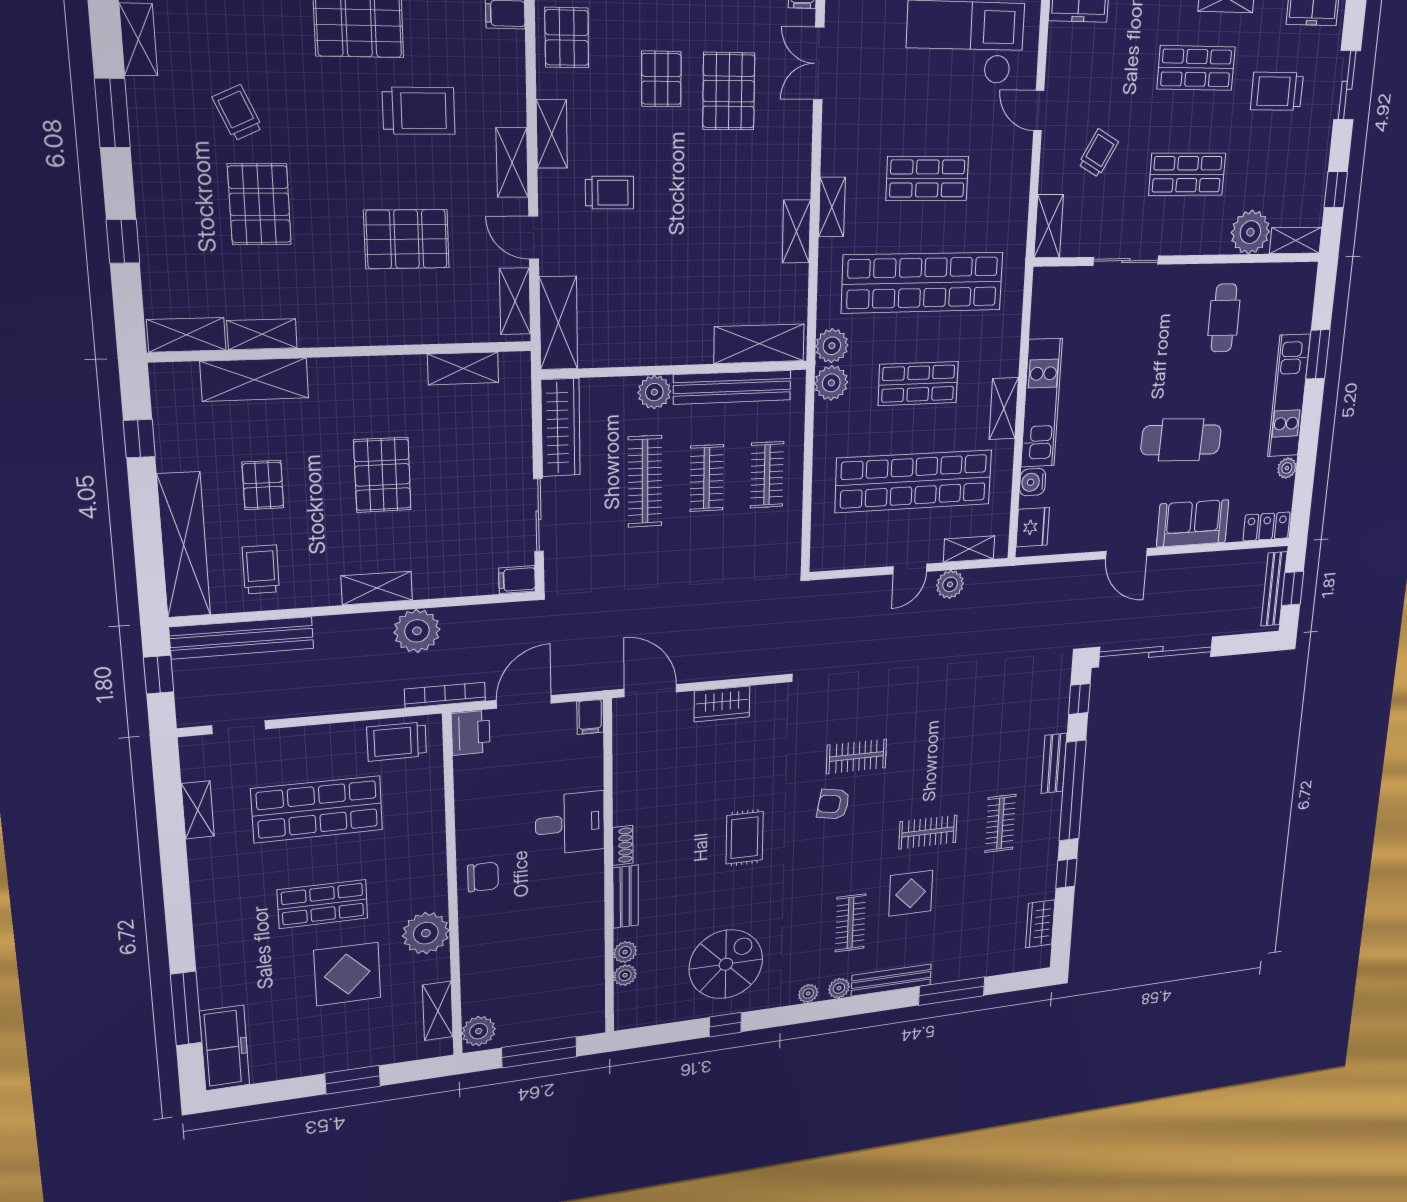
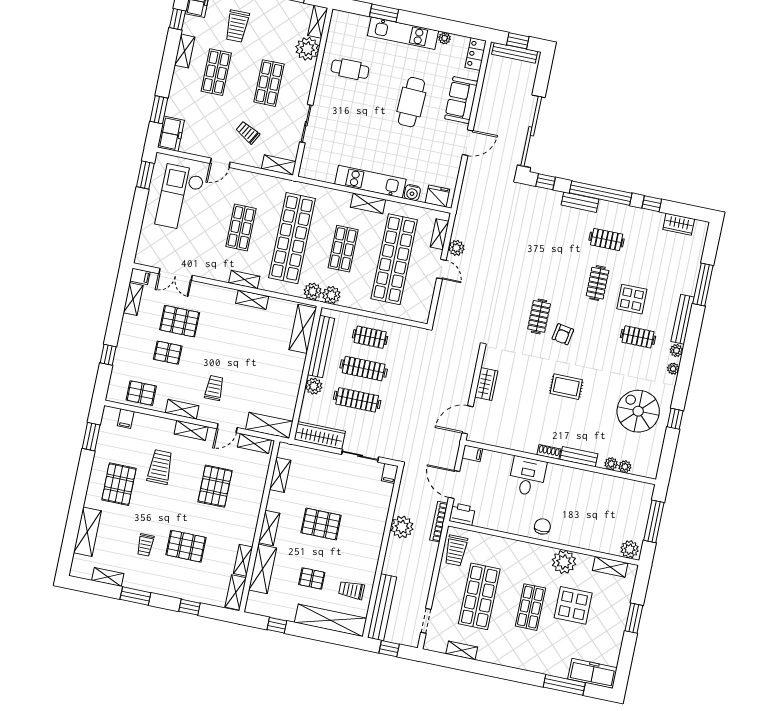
trolley: (237, 113) -> (145, 545), turned -66
clothes rail: (707, 478) -> (364, 369), width x1.36
shelving: (377, 588) -> (269, 528), moved

